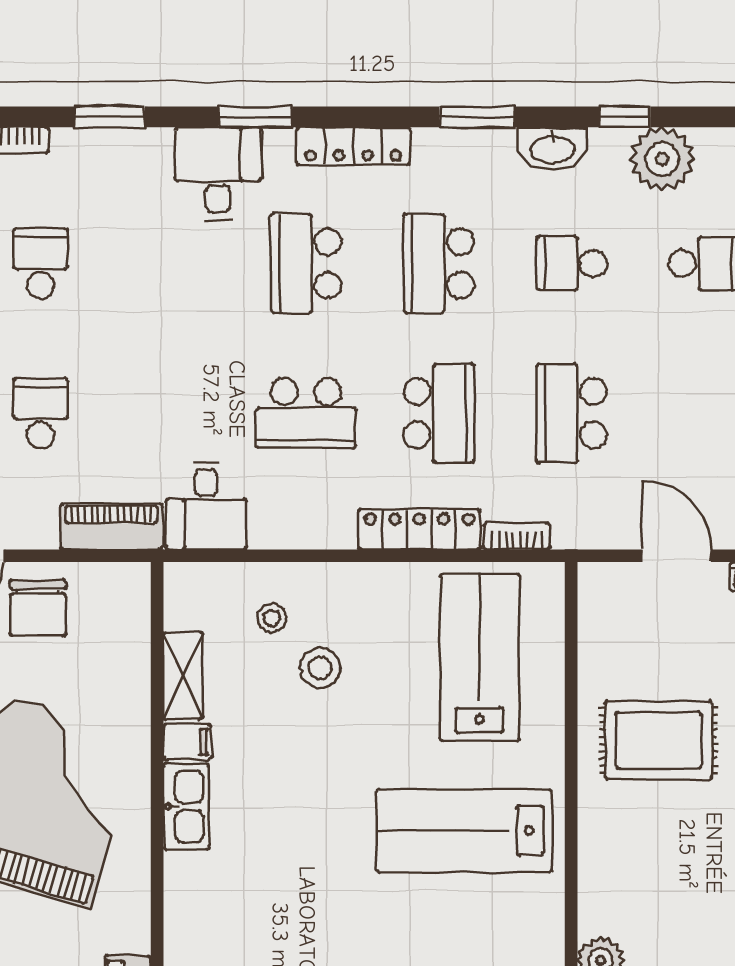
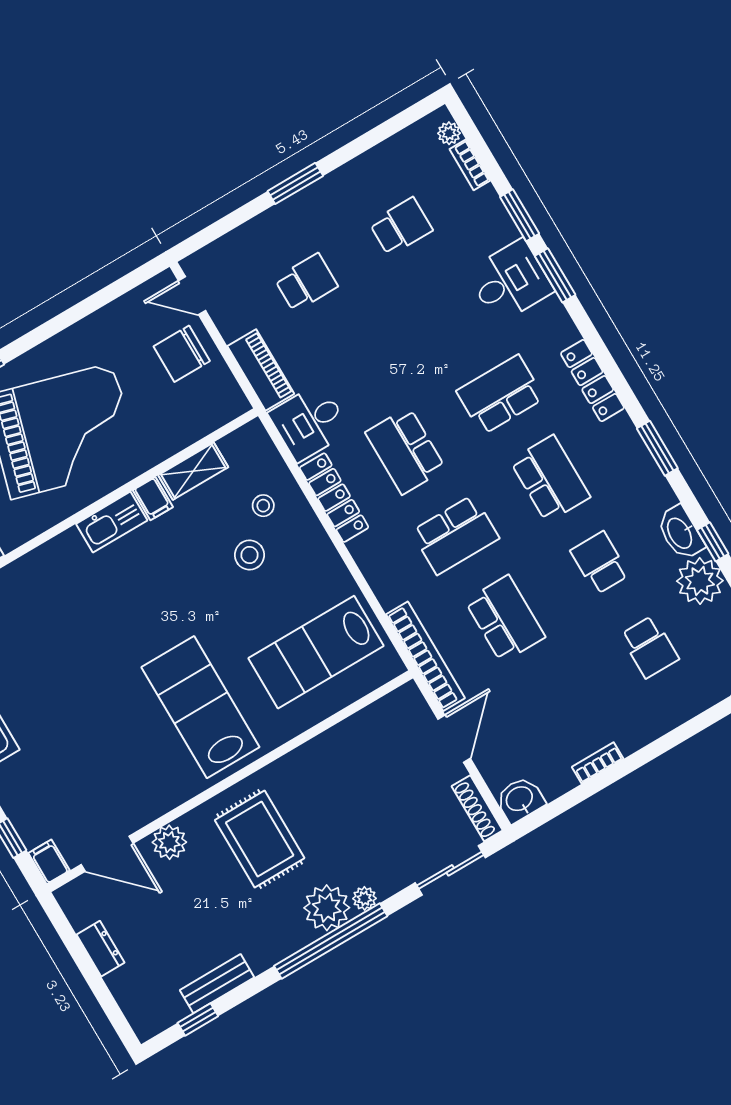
window: (255, 117) -> (555, 275), moved
washbasin: (552, 148) -> (680, 533), moved
desk: (218, 174) -> (510, 281), moved
school desk: (439, 264) -> (550, 479), turned 90
school desk: (572, 413) -> (505, 619), turned 90
locker: (419, 529) -> (334, 498), moved
bookcase: (517, 536) -> (425, 656), width x2.31, depth x1.31
lab bench: (480, 657) -> (316, 652), turned 180
rug: (659, 740) -> (260, 839), moved

